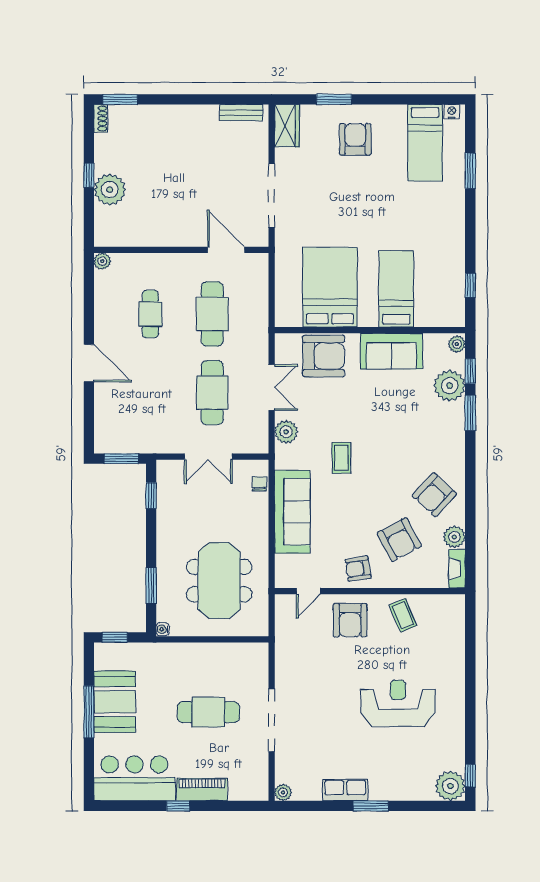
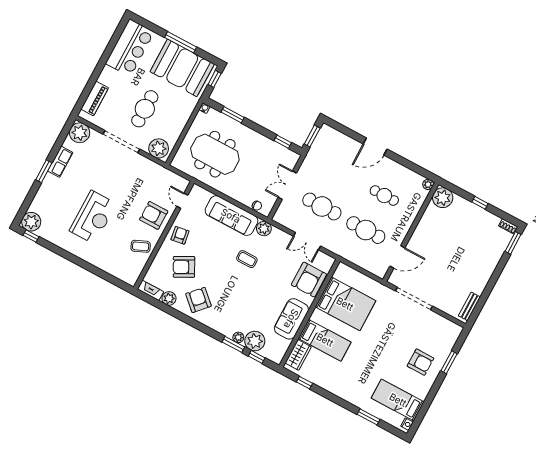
wardrobe: (287, 126) -> (298, 355), moved, turned -90
plant: (110, 190) -> (443, 198), moved
plant: (457, 344) -> (238, 337), moved
plant: (286, 432) -> (264, 229), moved
plant: (253, 663) -> (159, 148), added
booth: (115, 702) -> (182, 68), width x1.36, depth x1.42
piano: (202, 790) -> (95, 99), moved
plant: (283, 792) -> (80, 133), width x1.88, depth x1.88
window: (178, 806) -> (101, 64), removed

